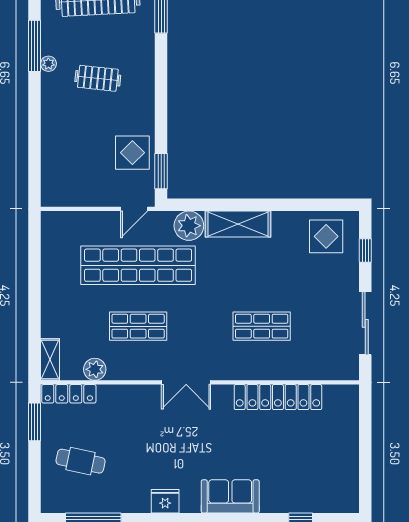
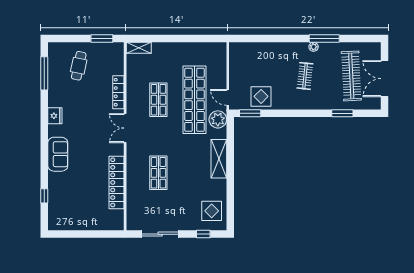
plant: (189, 226) -> (218, 119), moved
plant: (95, 369) -> (133, 74), removed
locker: (69, 394) -> (118, 92), moved

